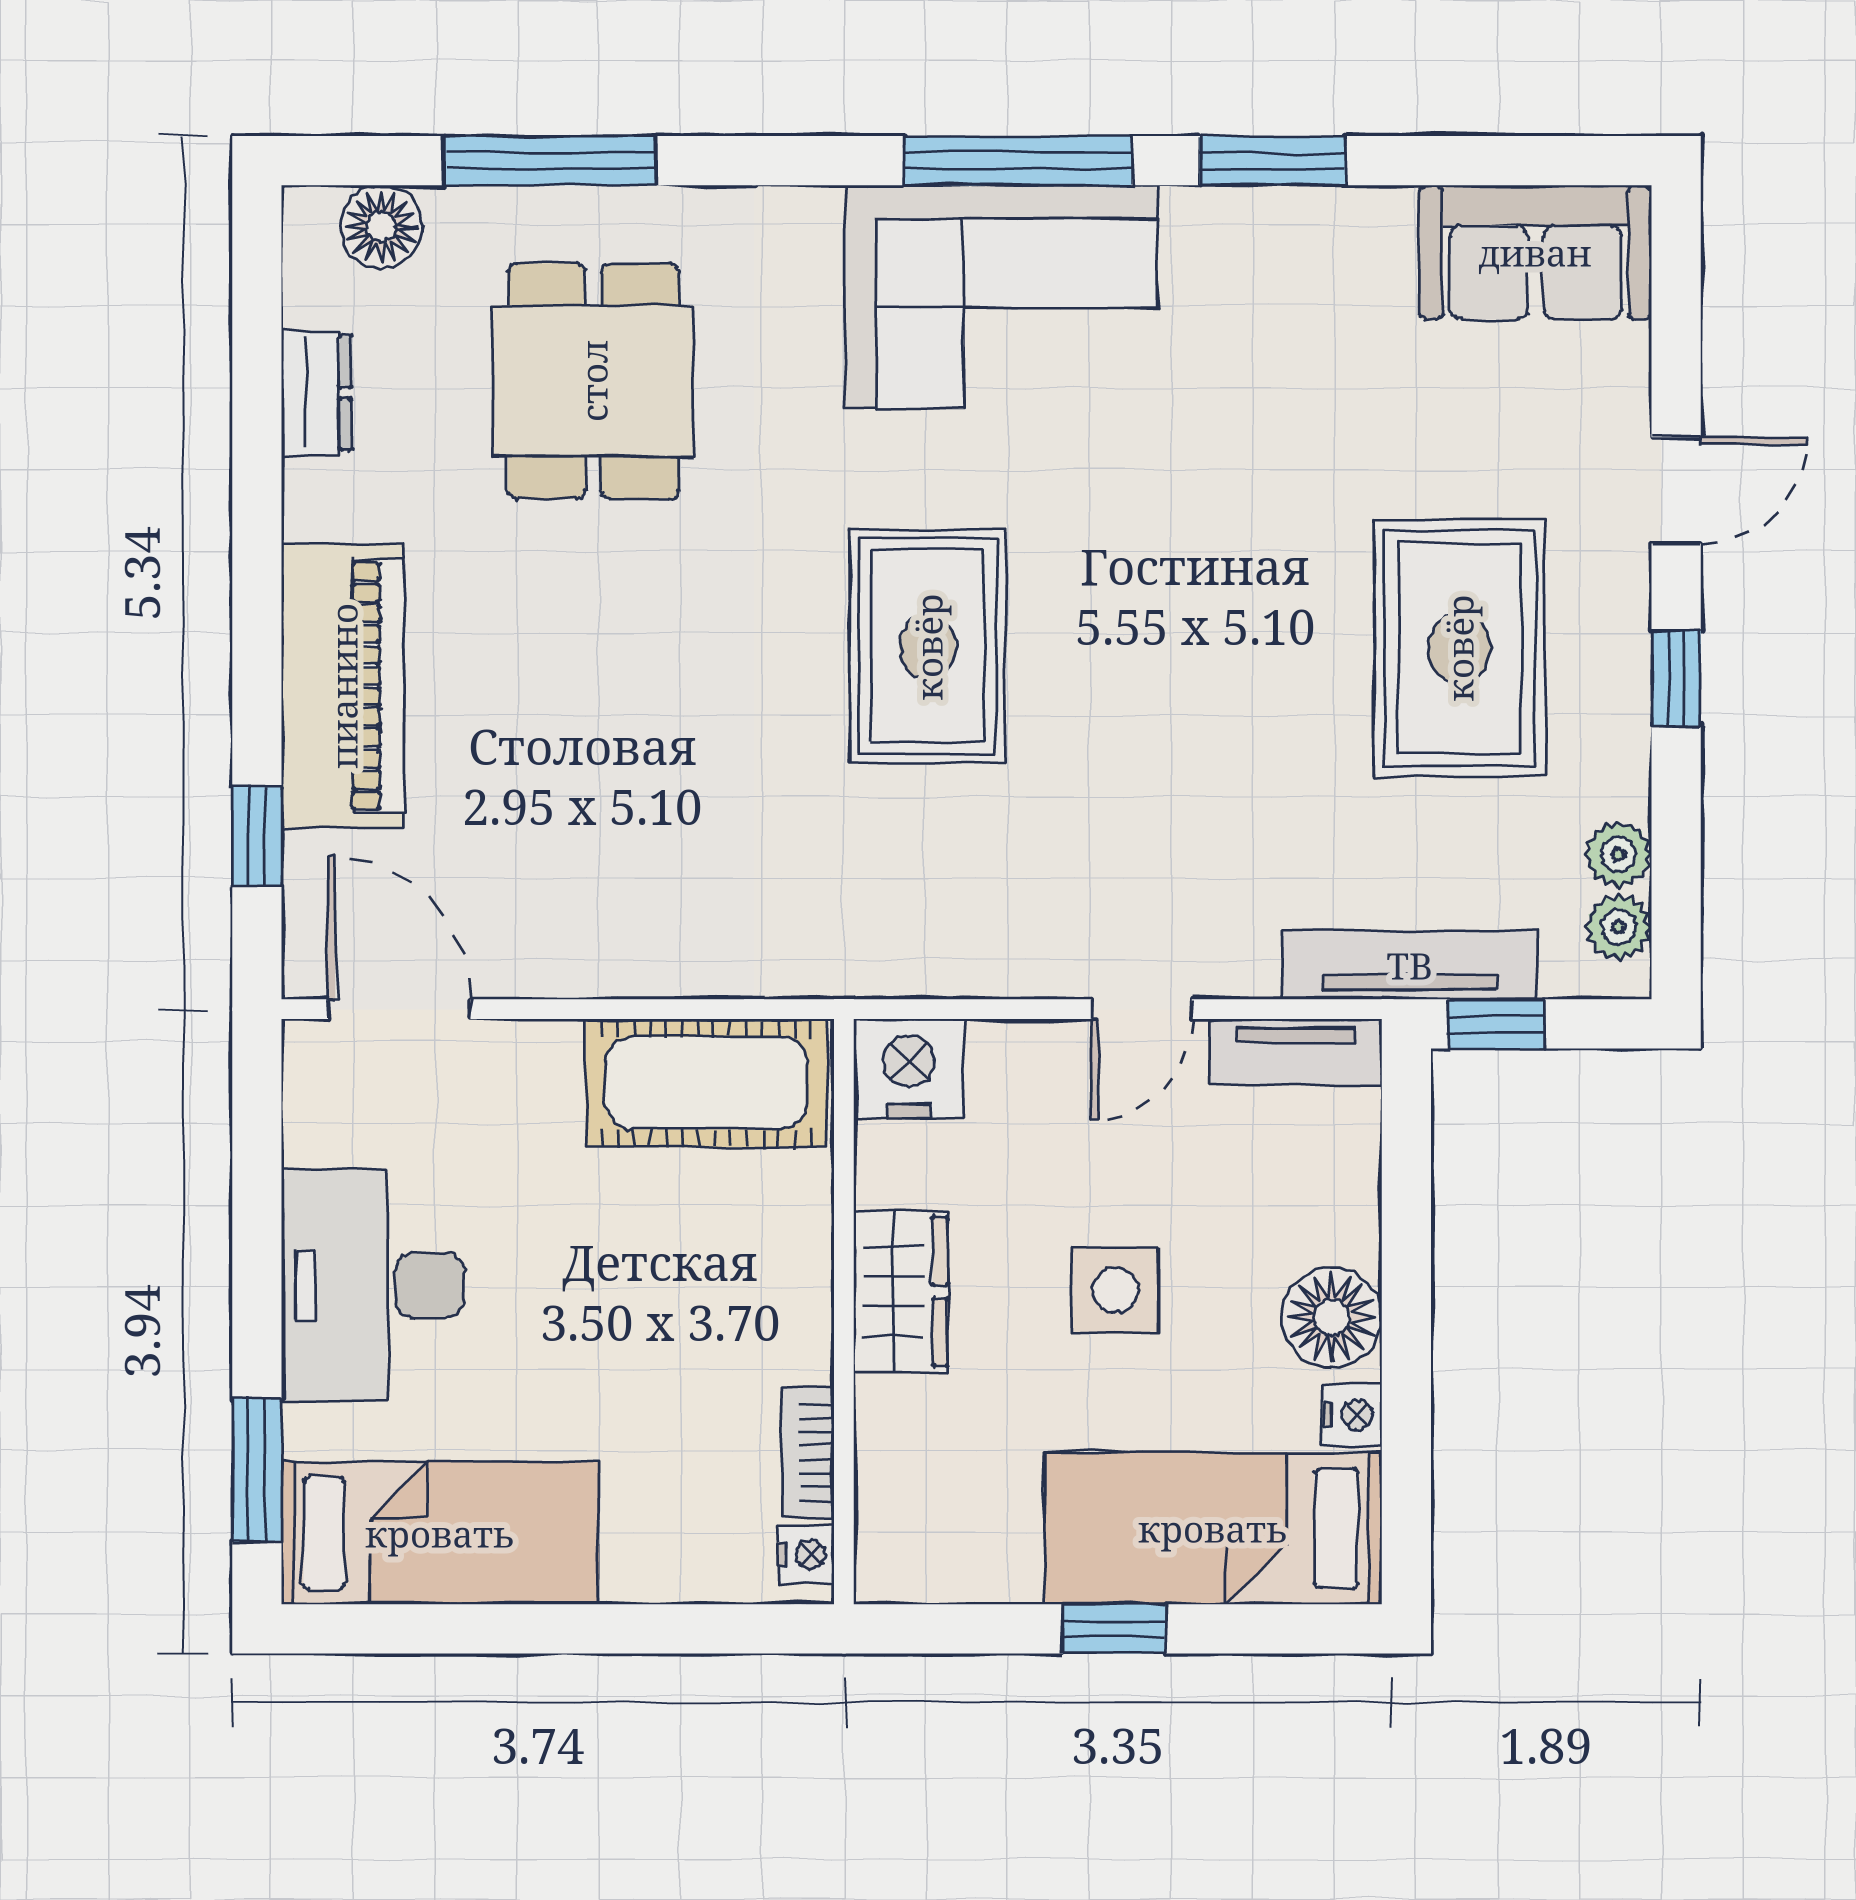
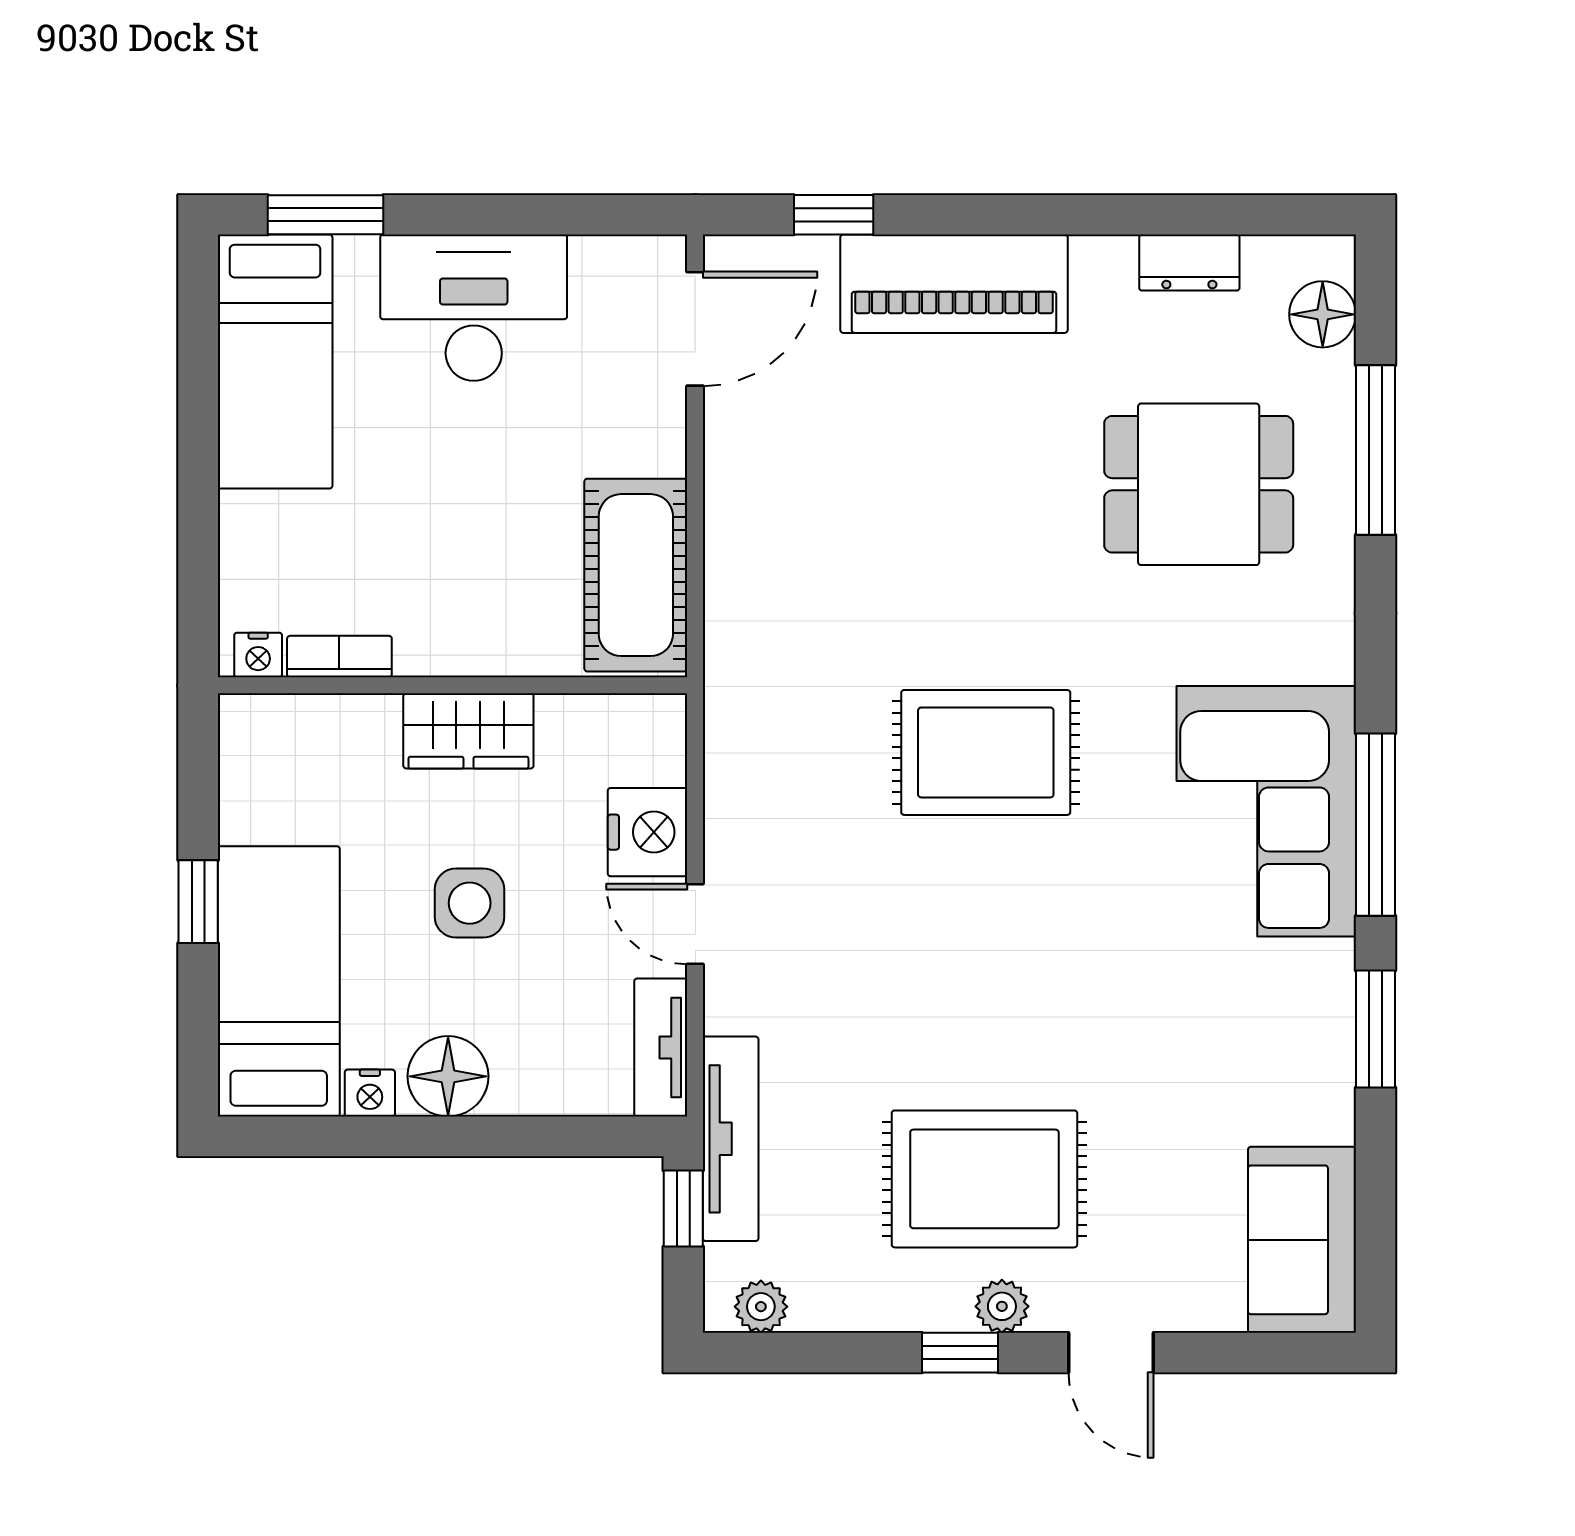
plant: (1618, 854) -> (1002, 1306), moved
nightstand: (909, 1069) -> (647, 832), moved

